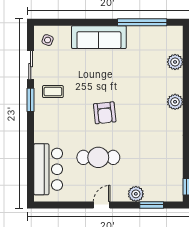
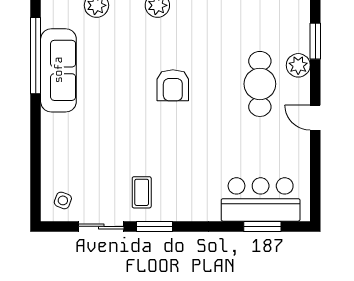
sofa: (99, 37) -> (58, 70), moved
armchair: (105, 113) -> (173, 85), moved, turned 96
cafe table: (98, 157) -> (260, 84), moved
window: (31, 170) -> (262, 226), added

